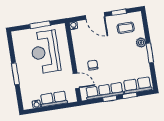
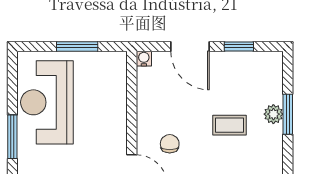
coffee table: (126, 28) -> (230, 125), moved
reception desk: (45, 52) -> (47, 102), moved
window: (150, 53) -> (288, 114), moved

